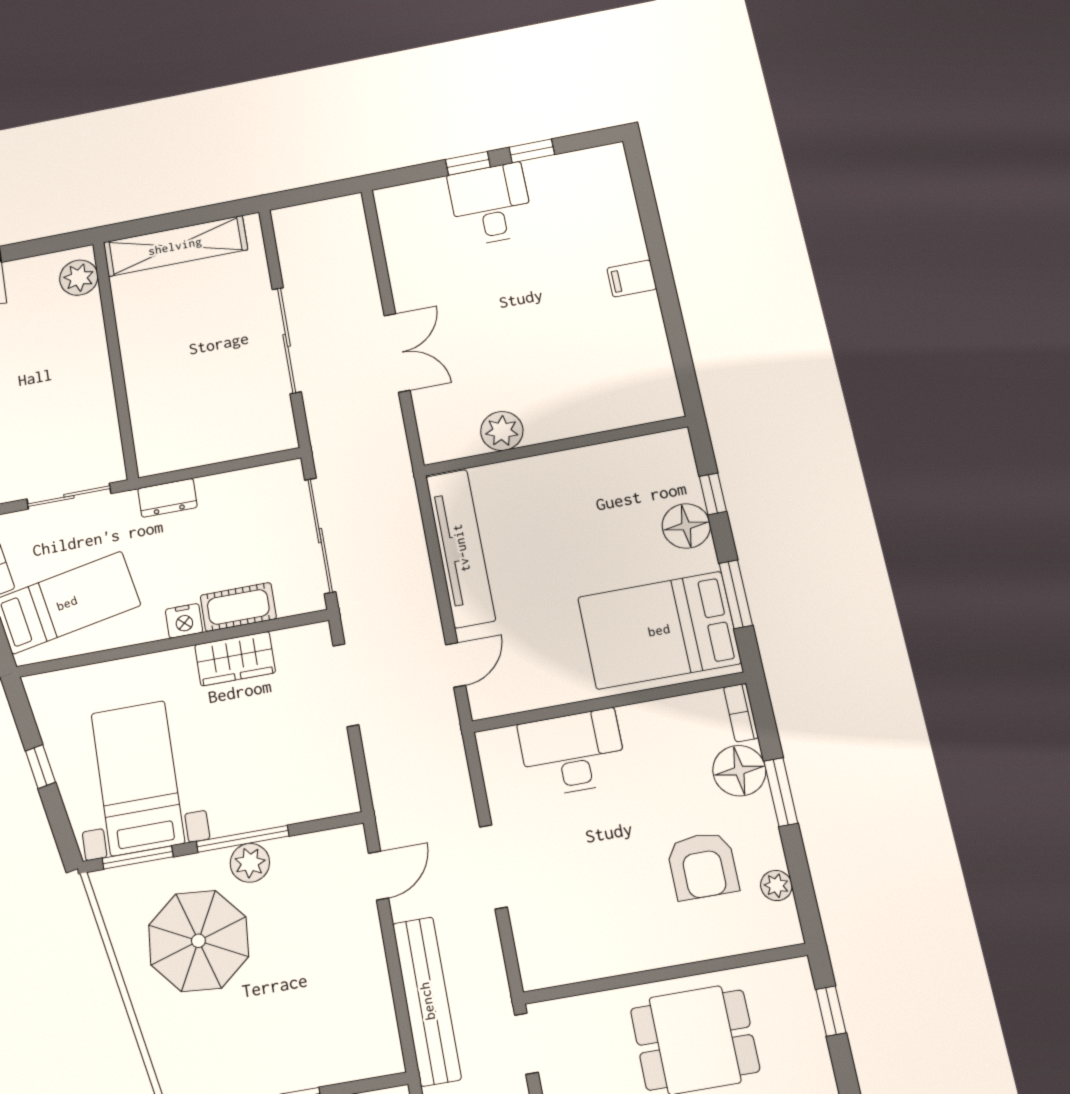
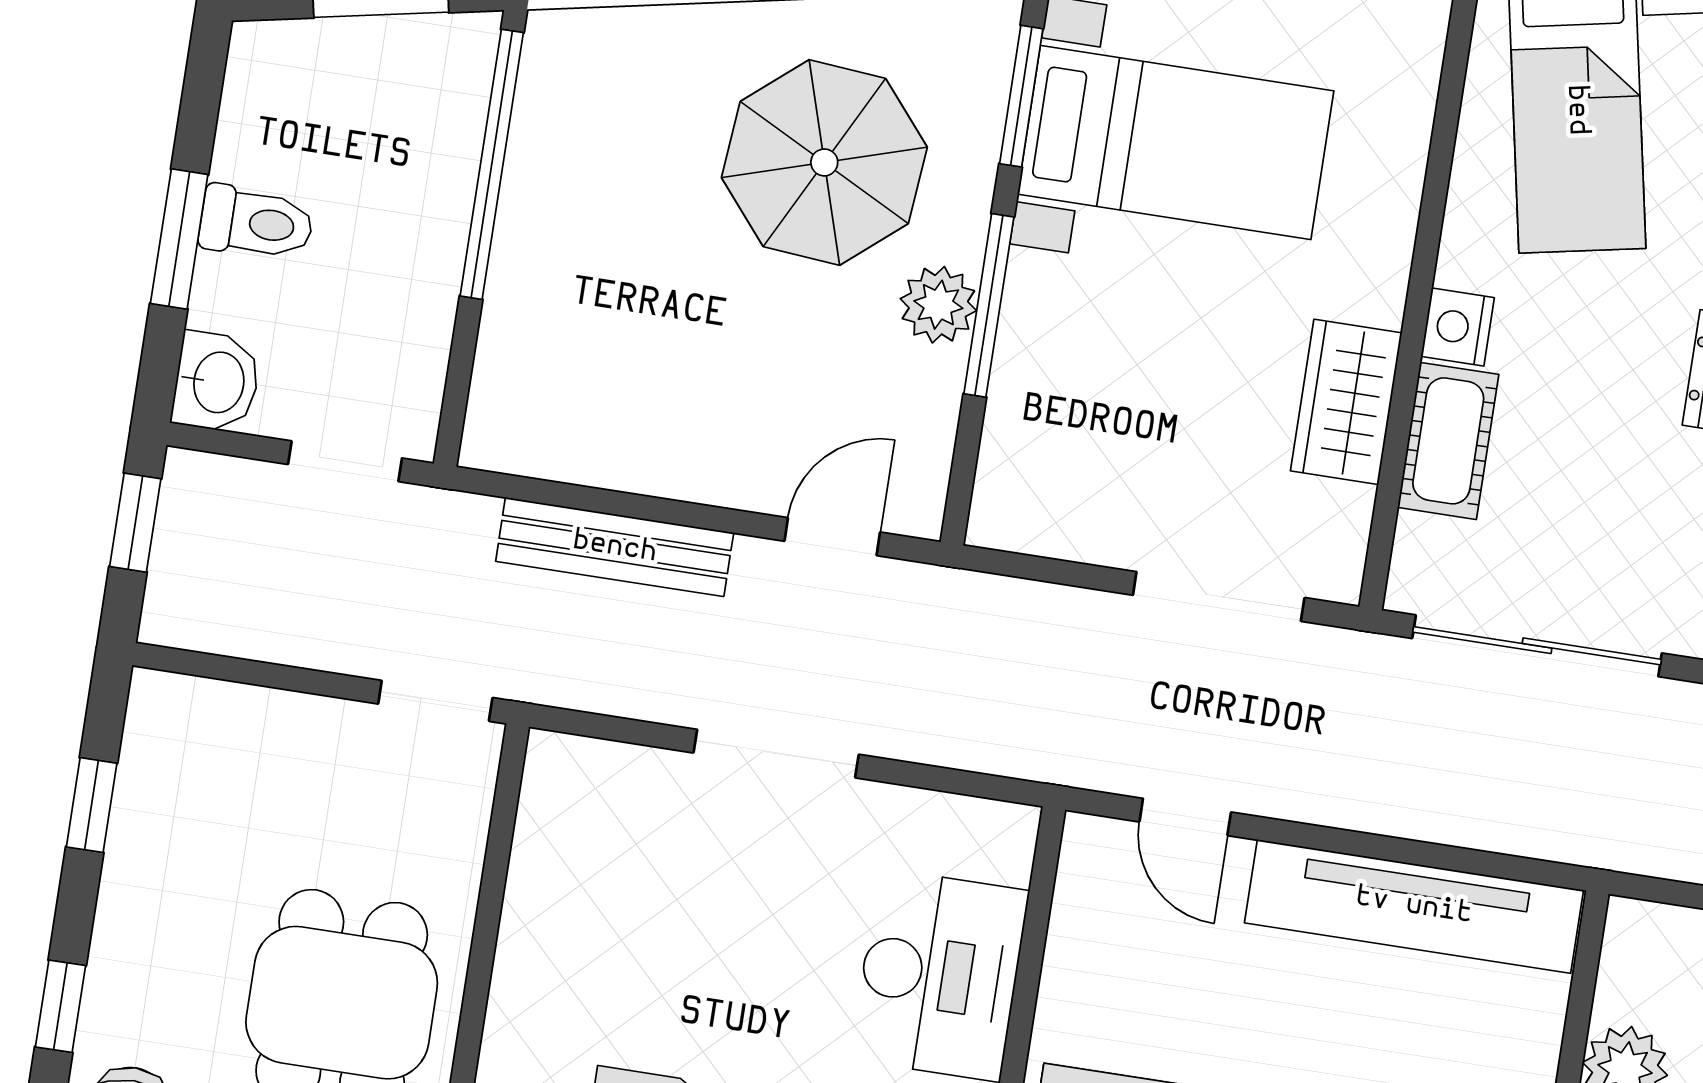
door: (379, 875) -> (832, 537), swing flipped
bench: (427, 1001) -> (615, 547), width x0.73, depth x0.82

